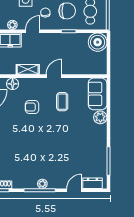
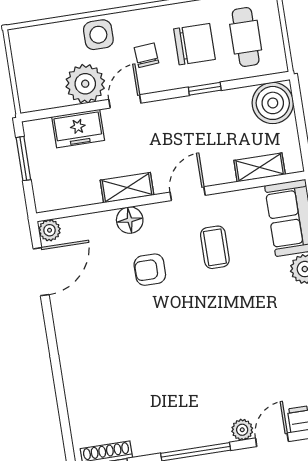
plant: (12, 25) -> (85, 84), width x1.88, depth x1.88
shelving: (87, 70) -> (260, 167), added
floor lamp: (13, 84) -> (130, 220), moved
plant: (42, 184) -> (242, 430), moved

